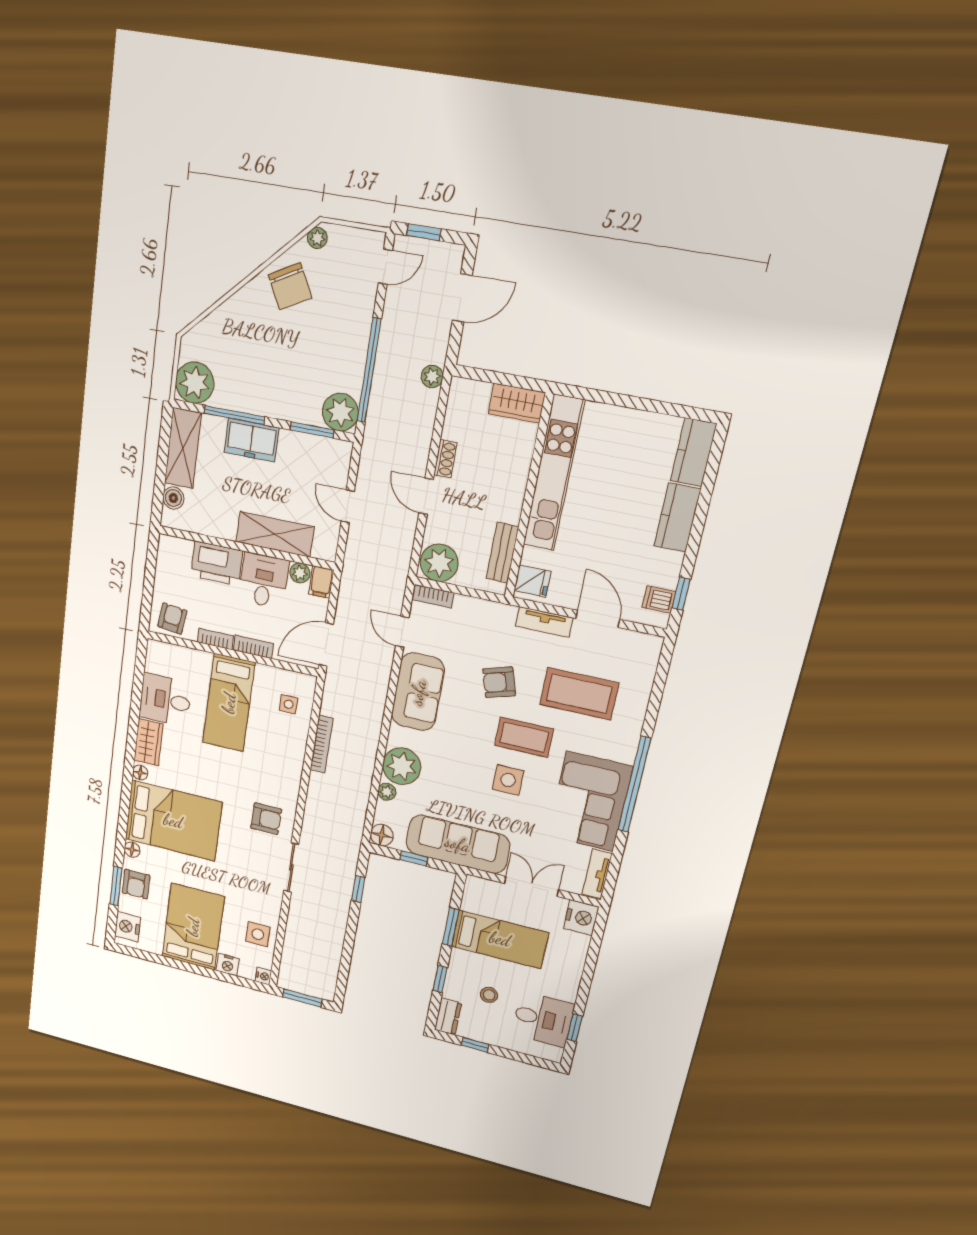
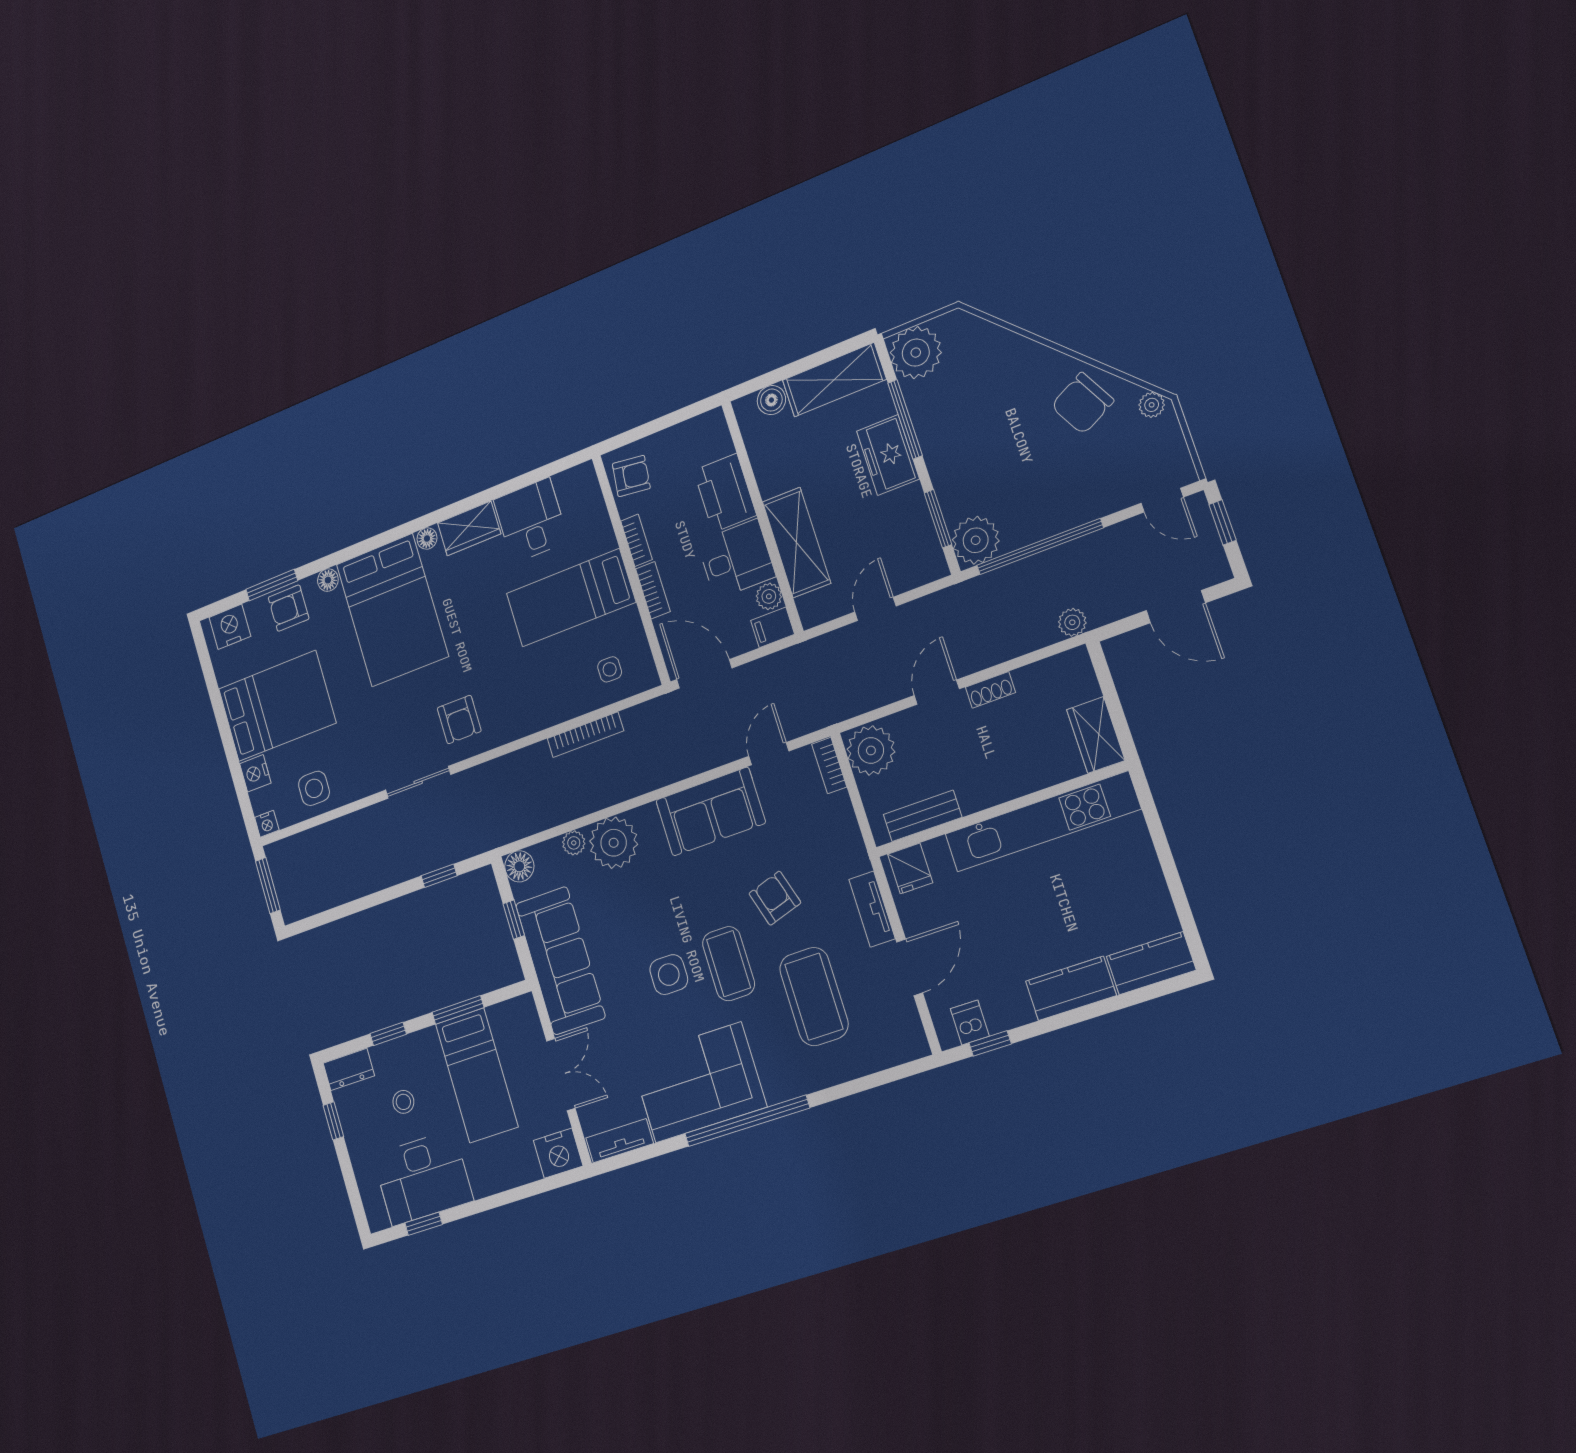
desk: (543, 1019) -> (423, 1178), width x1.37

